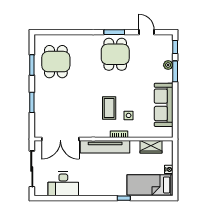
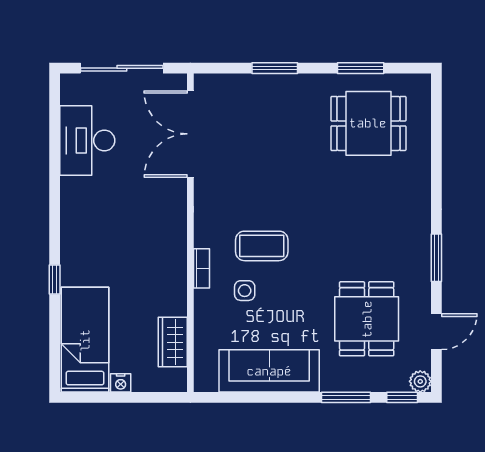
dining table: (115, 54) -> (367, 319), moved, turned 90
plant: (168, 65) -> (420, 381), moved
tv unit: (105, 147) -> (173, 236), removed

